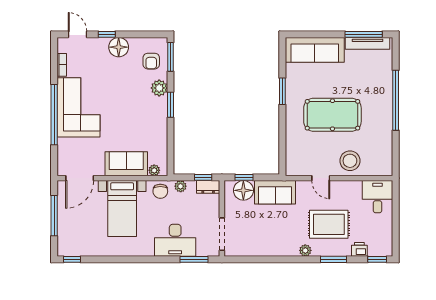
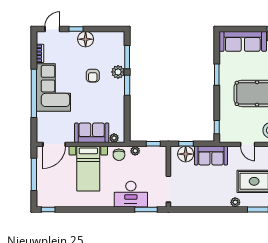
door: (77, 34) -> (52, 29), hinge flipped
window: (170, 57) -> (127, 57), moved
armchair: (151, 61) -> (93, 76), moved
window: (282, 157) -> (217, 127), added
dresser: (208, 187) -> (157, 151), removed

